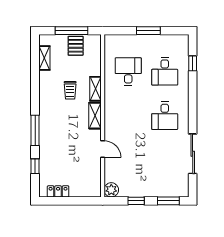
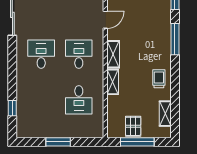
desk: (165, 71) -> (79, 54), moved
trolley: (70, 90) -> (159, 79), moved
door: (103, 149) -> (105, 20), swing flipped

